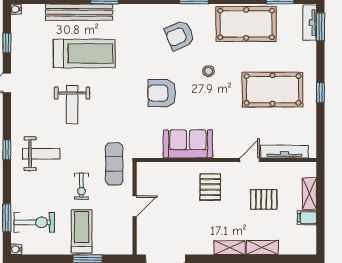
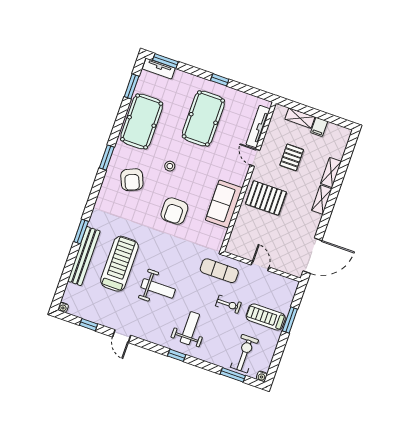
pallet: (210, 187) -> (266, 198), width x1.50, depth x1.42

